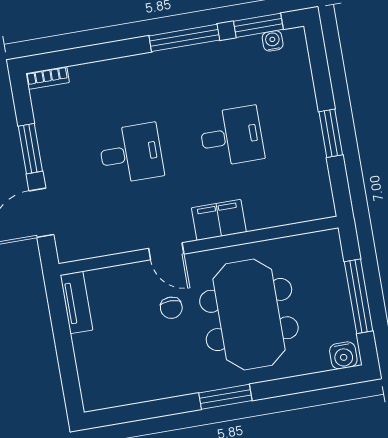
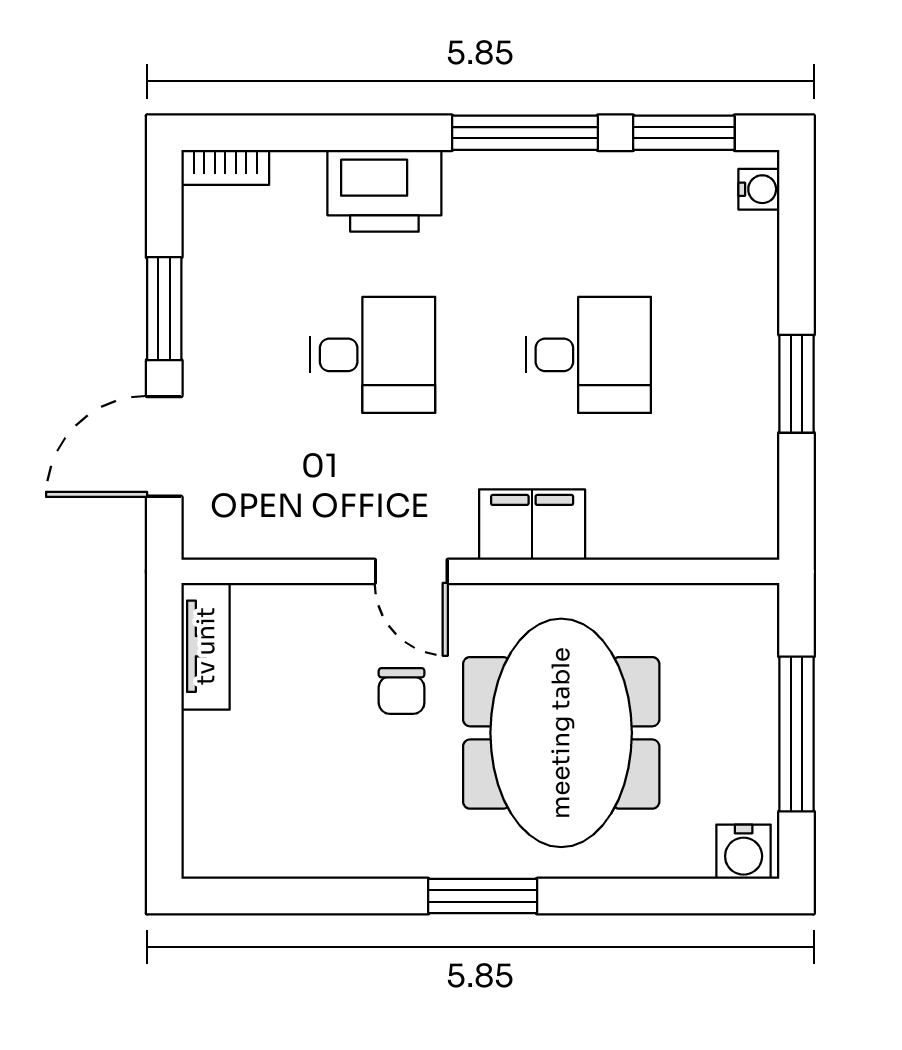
water cooler: (273, 41) -> (759, 189), moved, turned 90
printer: (124, 76) -> (384, 191), added

